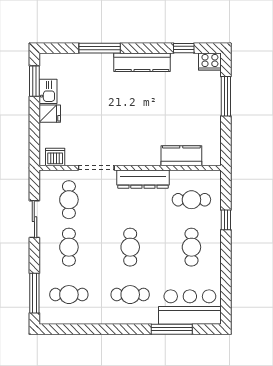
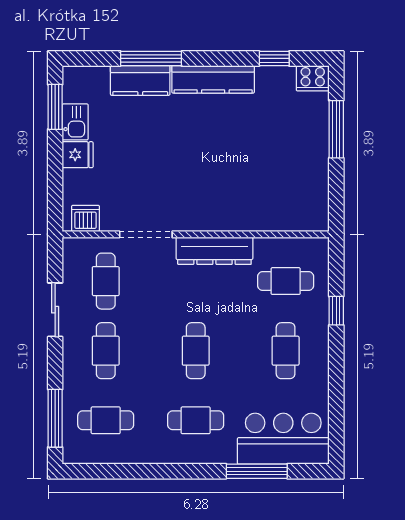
kitchen counter: (181, 156) -> (140, 80), moved, turned 180

